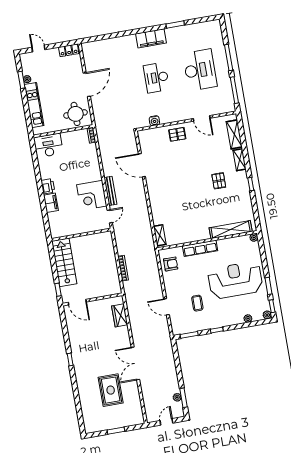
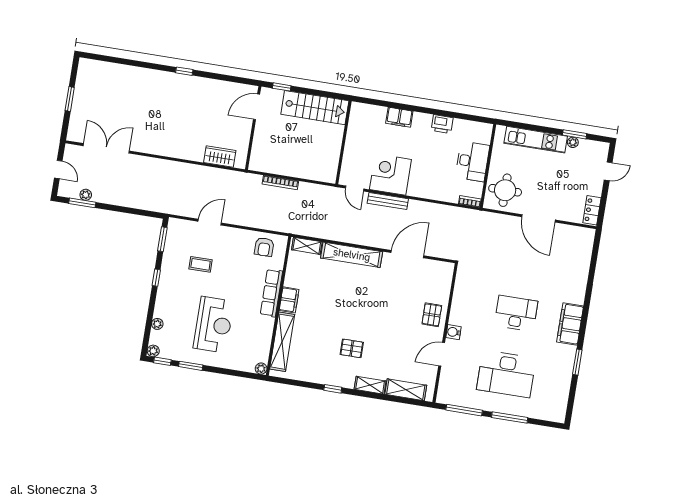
water cooler: (154, 121) -> (454, 332), moved
desk: (48, 146) -> (472, 161), moved
printer: (48, 186) -> (442, 124), moved
shelving: (155, 203) -> (352, 255), added
filing cabinet: (201, 235) -> (289, 300), added
reception desk: (235, 280) -> (213, 325), width x0.74, depth x0.77
double door: (135, 363) -> (106, 148), moved
rug: (111, 390) -> (126, 111), removed

